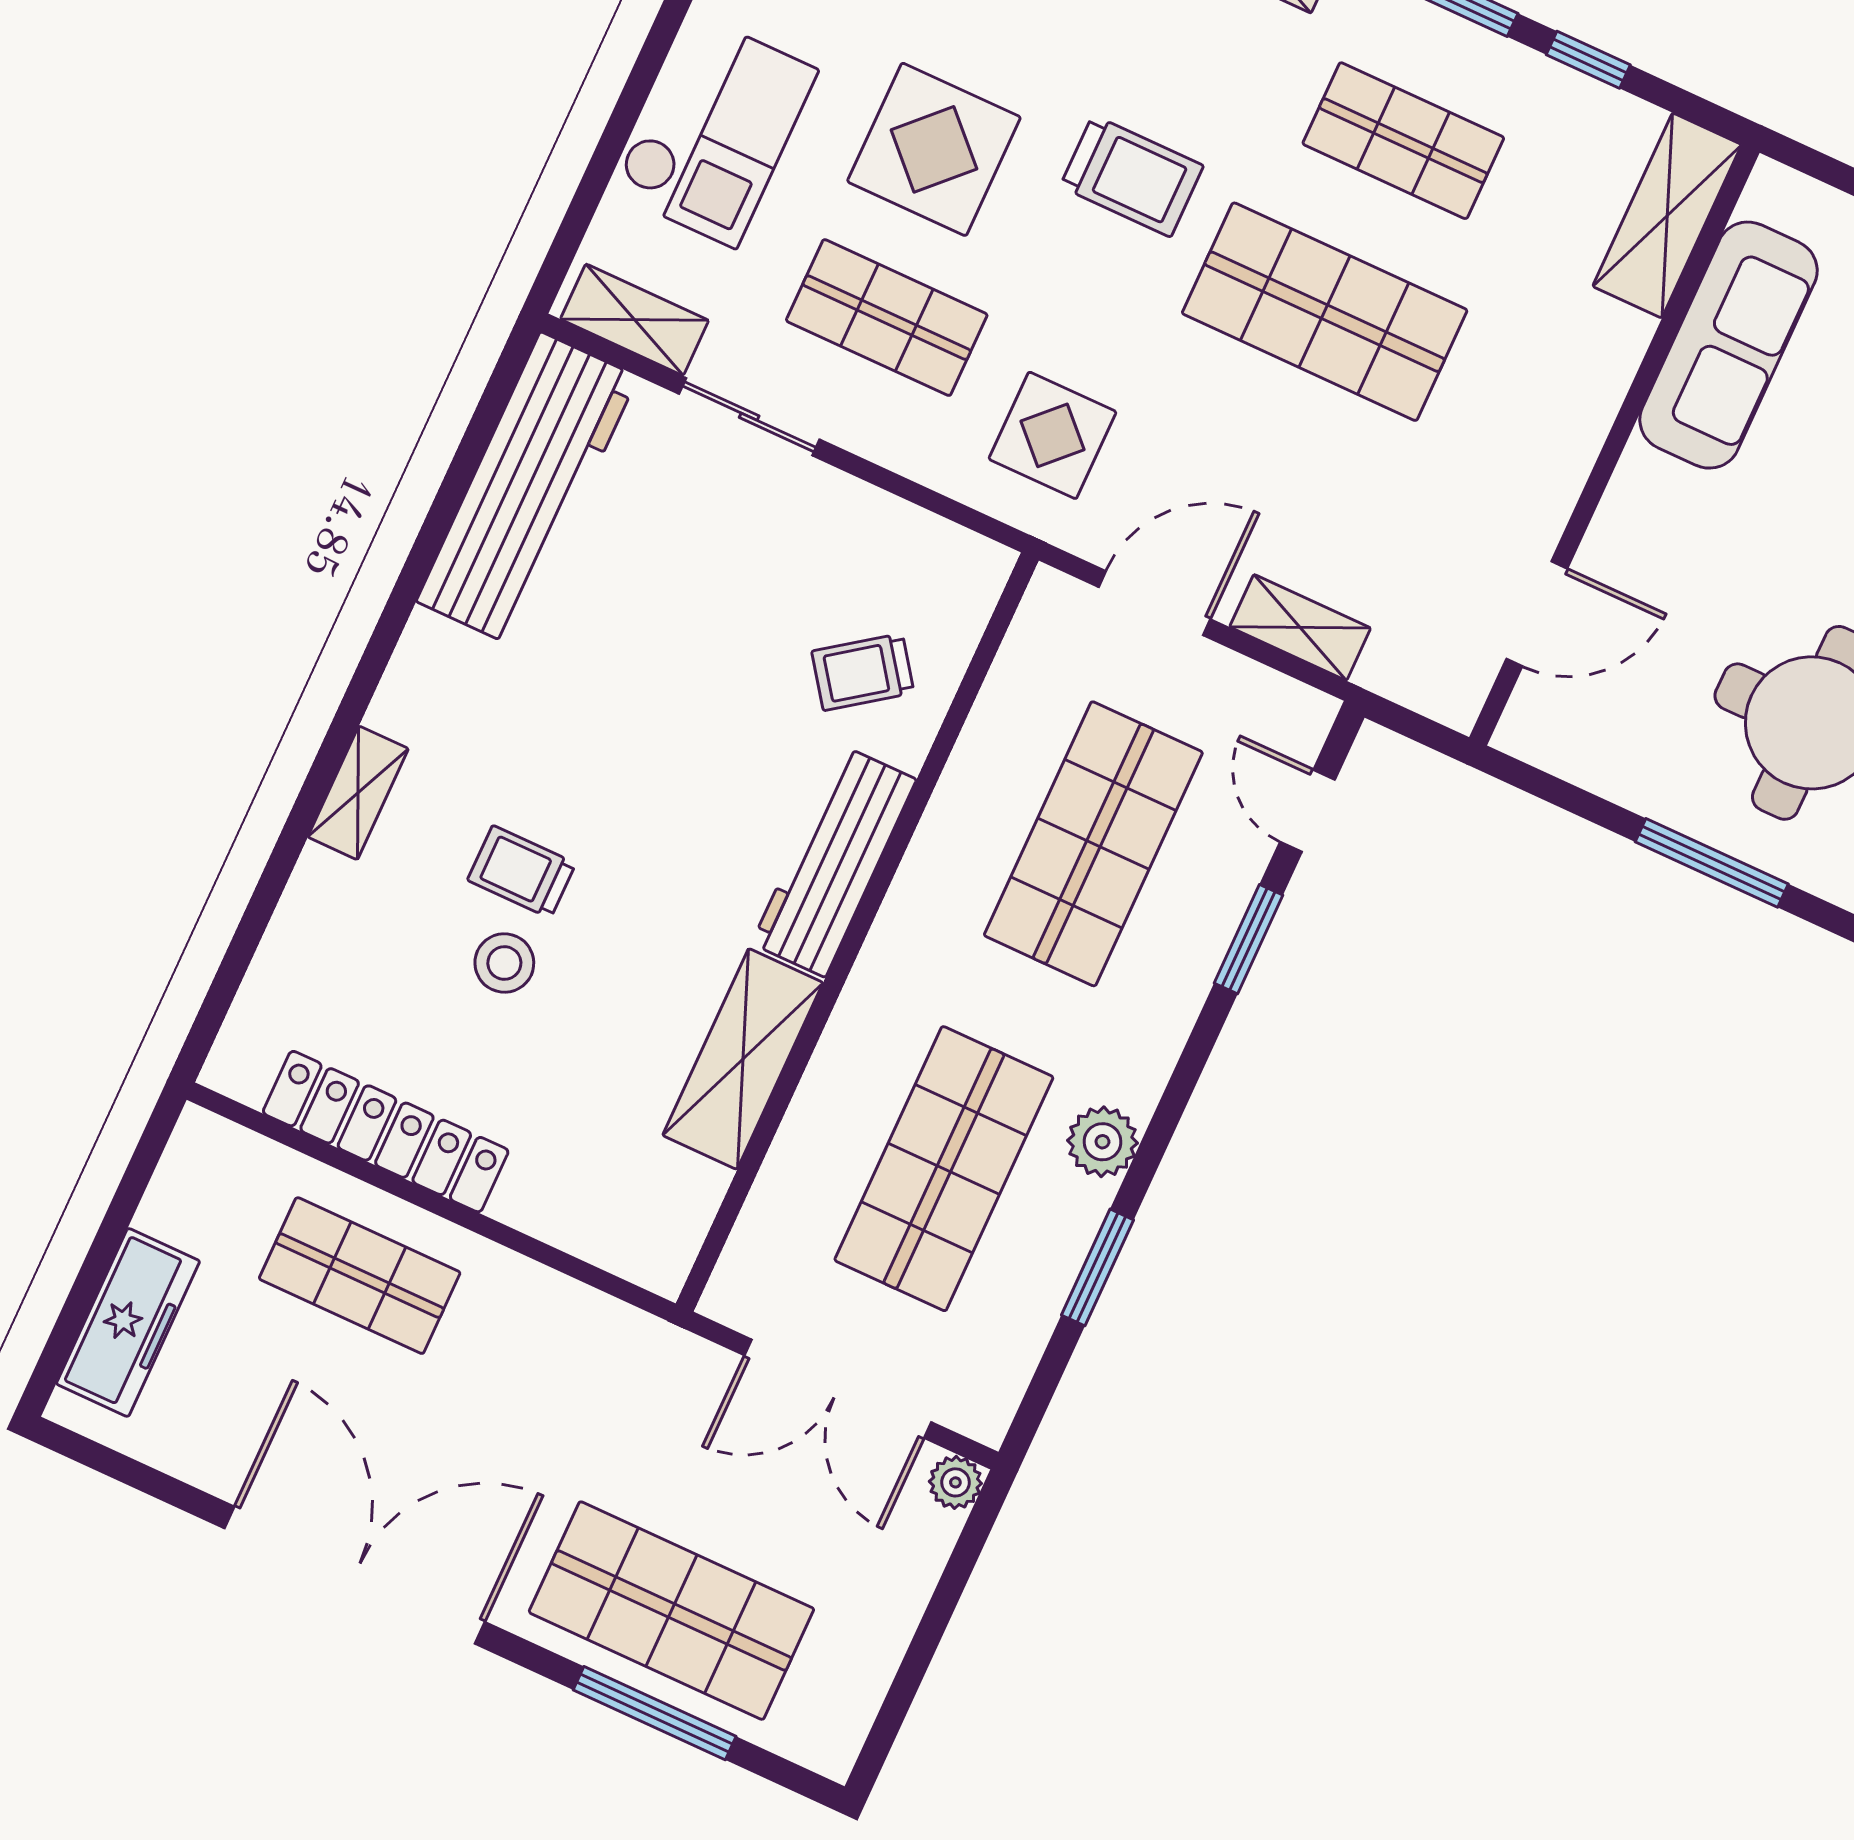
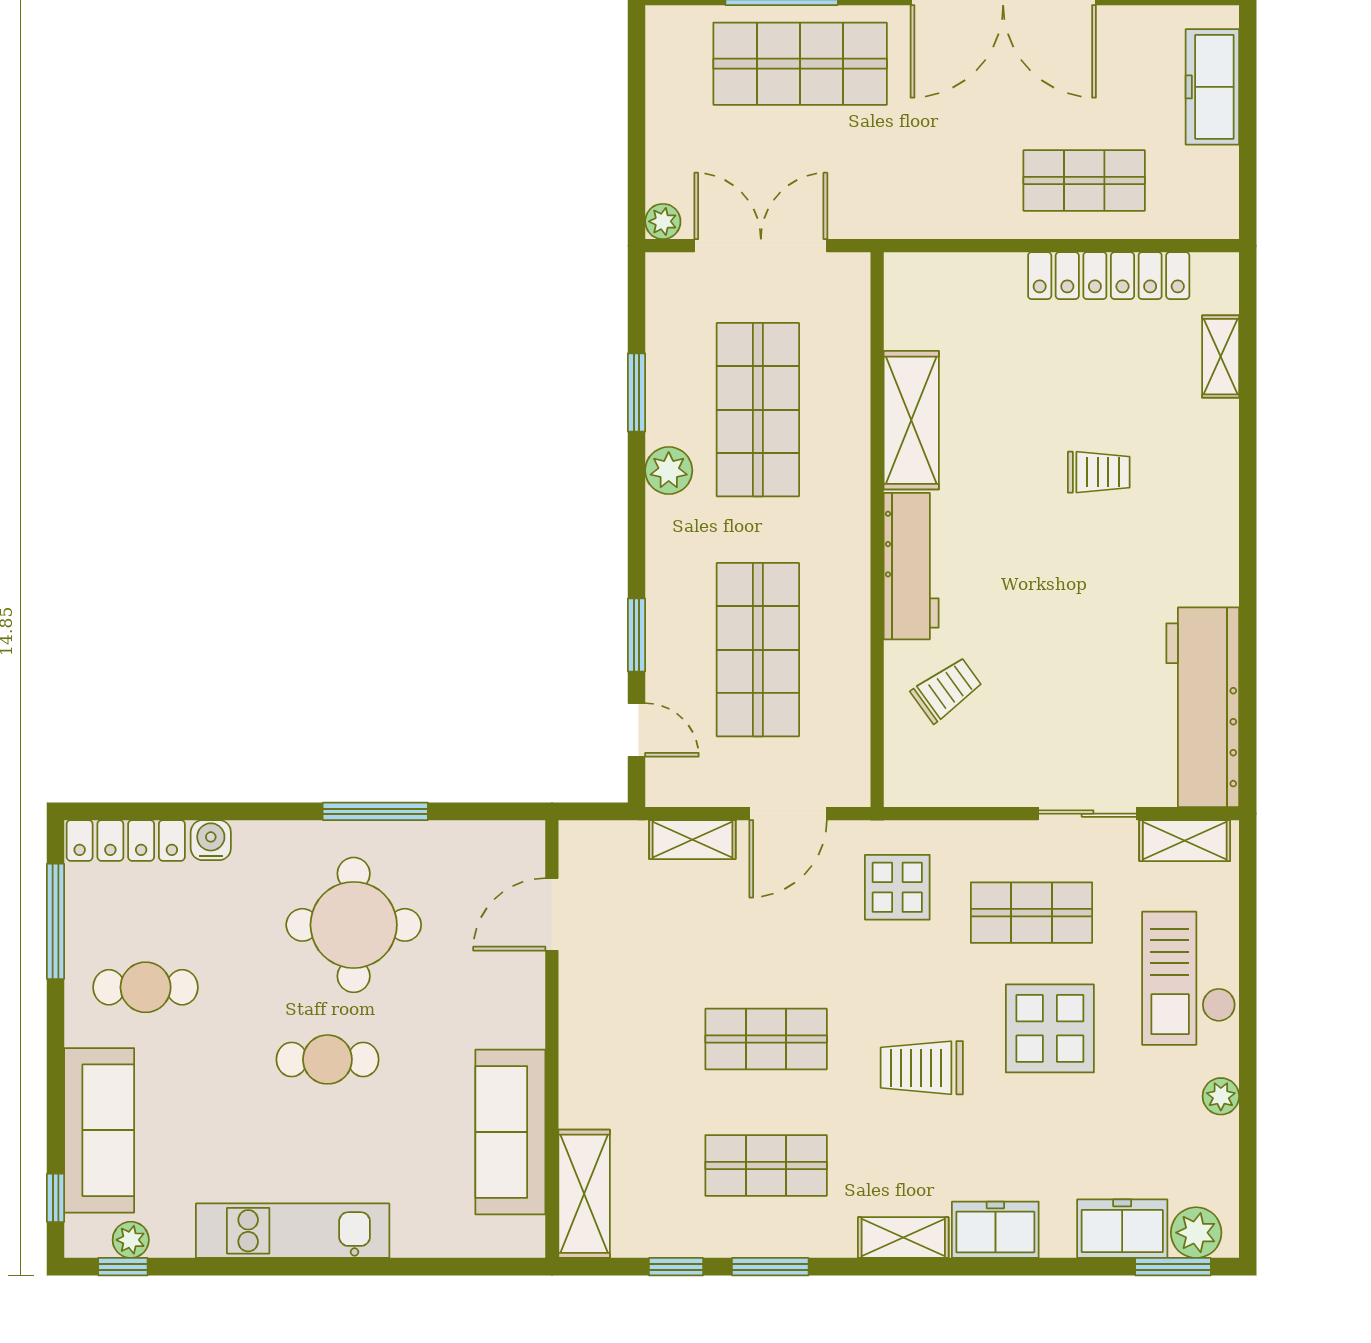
shop shelf: (1325, 312) -> (766, 1039), width x0.70, depth x0.74
shelving: (358, 793) -> (1221, 357), moved
stool: (504, 963) -> (1084, 412), removed

